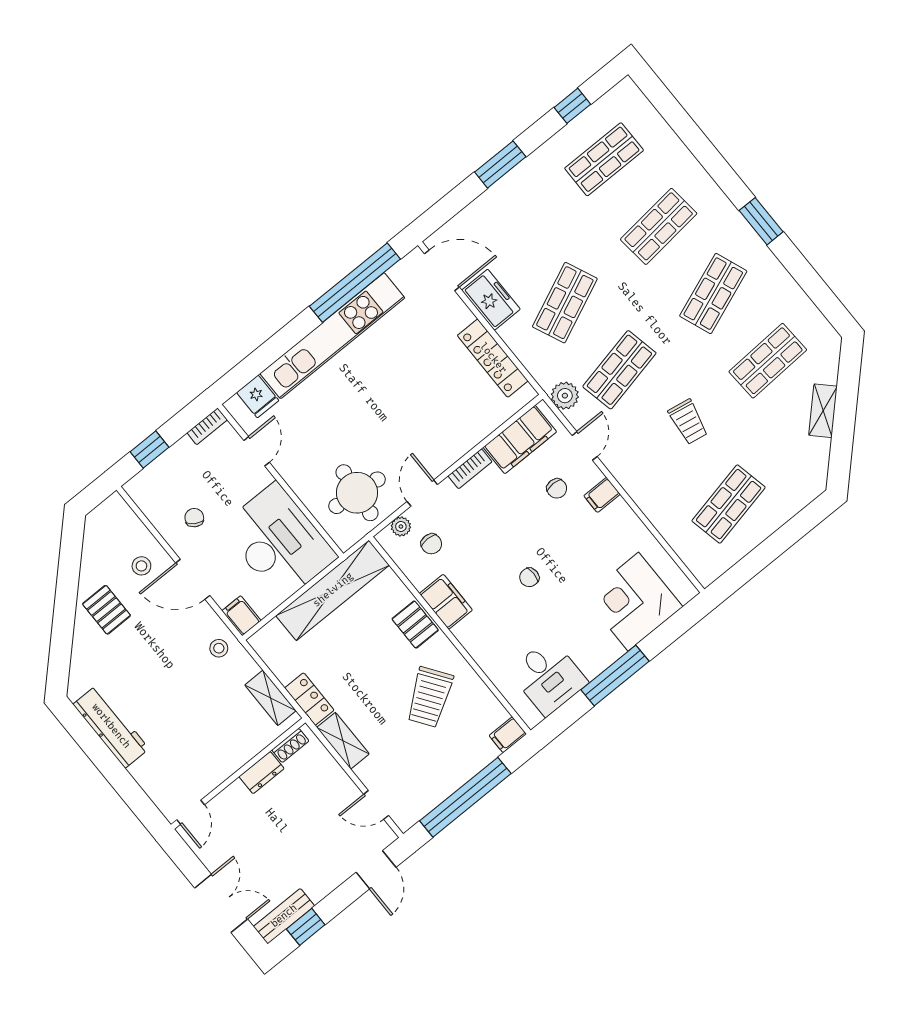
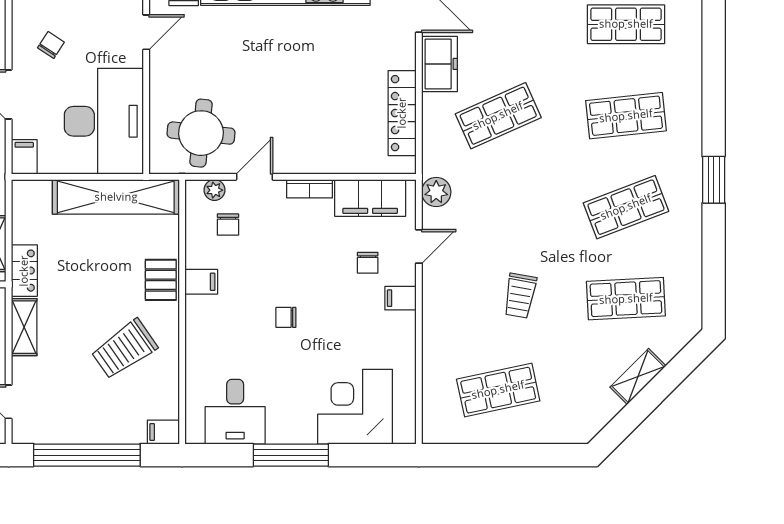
shop shelf: (619, 370) -> (498, 207), removed
filing cabinet: (446, 602) -> (201, 282), width x0.50

